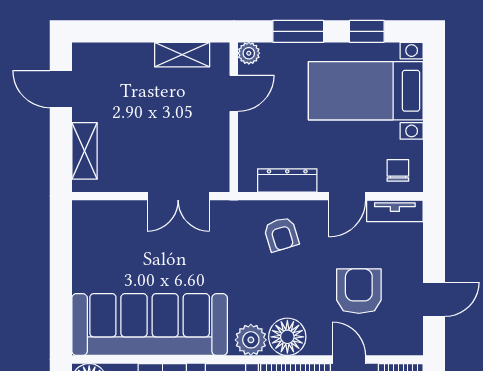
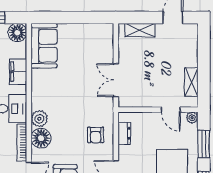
dresser: (287, 180) -> (124, 133), width x0.70
armchair: (281, 234) -> (96, 135), turned -73
sofa: (150, 325) -> (44, 46), width x0.54, depth x0.79

